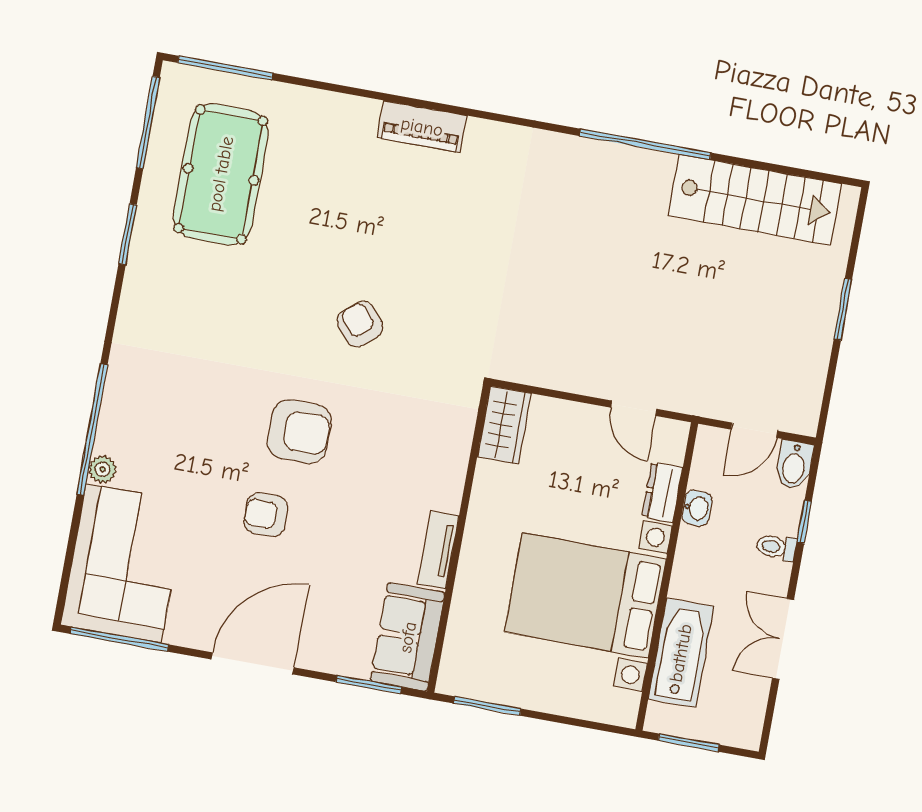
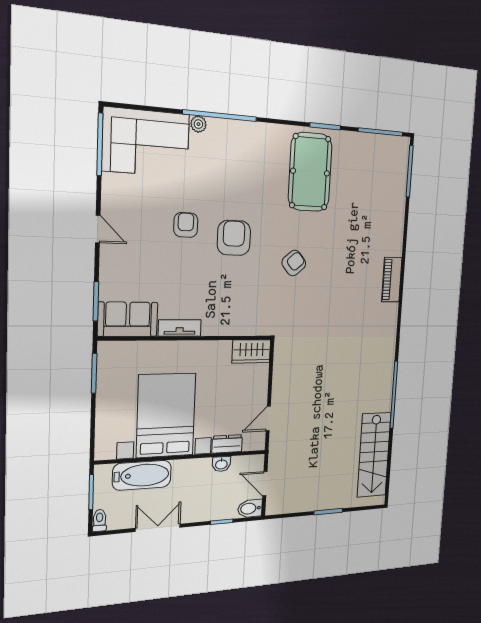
pool table: (221, 174) -> (310, 172), moved, turned 90
armchair: (299, 432) -> (234, 238), turned 180
toilet: (776, 547) -> (100, 520), moved
door: (253, 663) -> (98, 229), width x0.53

